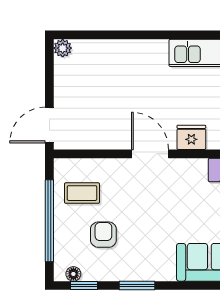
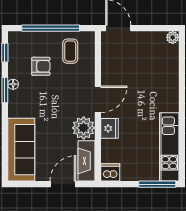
plant: (191, 174) -> (84, 128), added
floor lamp: (73, 274) -> (13, 84), moved

